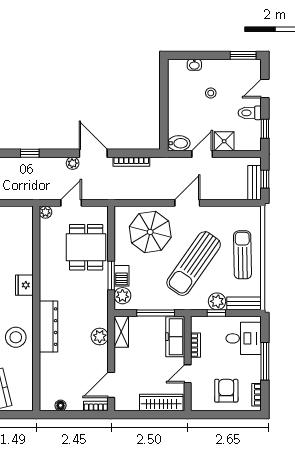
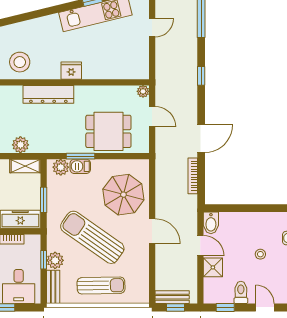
plant: (73, 163) -> (191, 118), removed
window: (156, 313) -> (44, 200), width x0.69
dresser: (48, 327) -> (48, 94), moved

